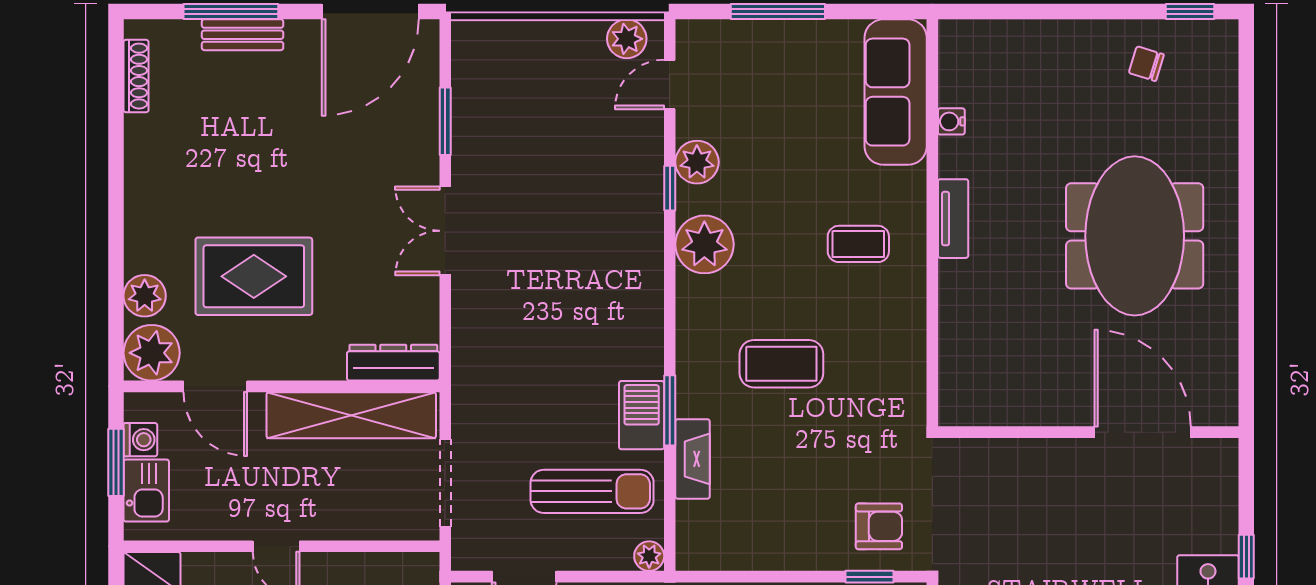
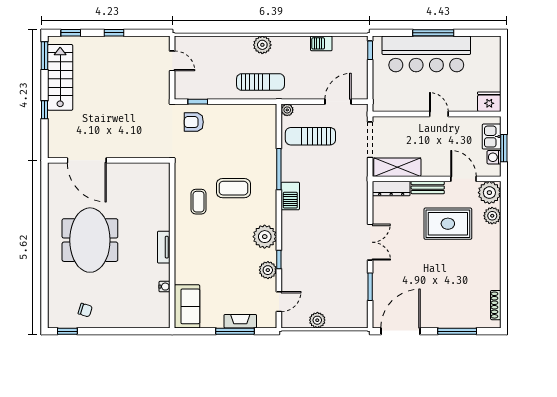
bench: (243, 35) -> (428, 188), moved
plant: (627, 39) -> (317, 320), moved
sofa: (896, 92) -> (187, 306), width x0.73
coffee table: (858, 244) -> (199, 202), moved, turned 90
window: (670, 410) -> (279, 169), width x1.44
shelving: (351, 415) -> (397, 167), width x0.68
barbecue: (642, 415) -> (290, 196), moved
fireplace: (692, 459) -> (240, 321), moved, turned 90

